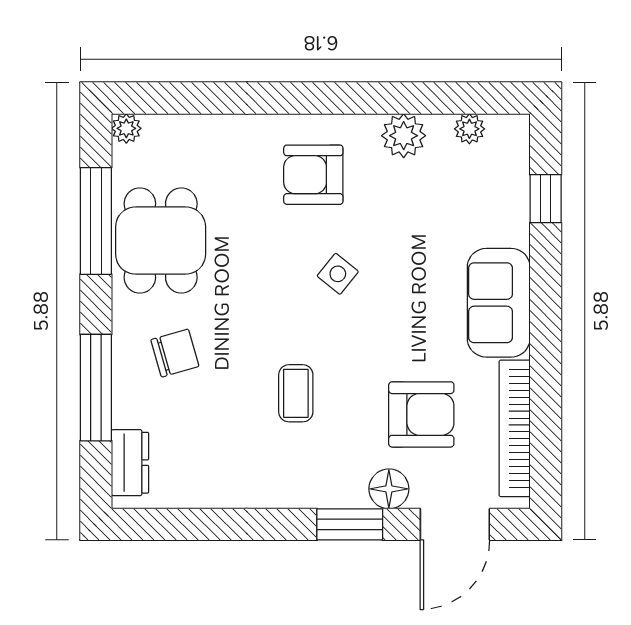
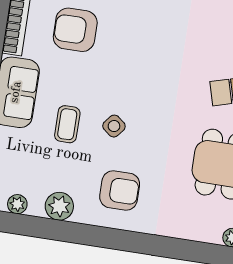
coffee table: (296, 393) -> (67, 124), moved

